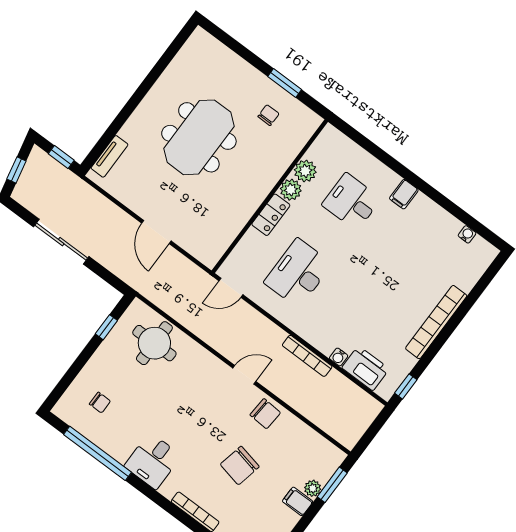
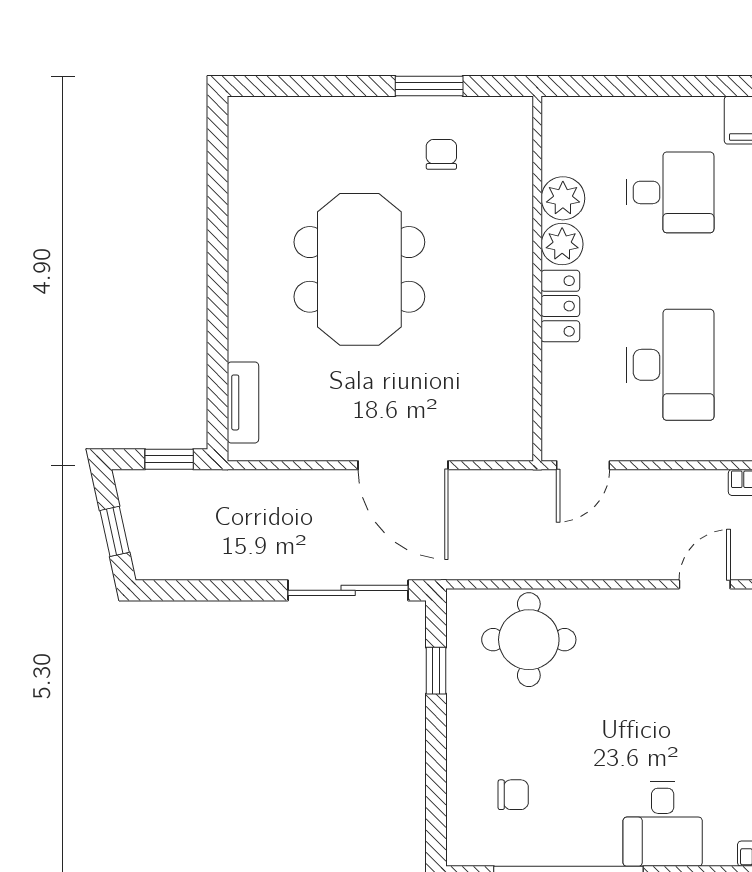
desk: (351, 202) -> (670, 192), turned 180
door: (156, 232) -> (403, 465), width x1.36
sliding door: (61, 242) -> (348, 590), moved
desk: (298, 273) -> (670, 365), turned 180

